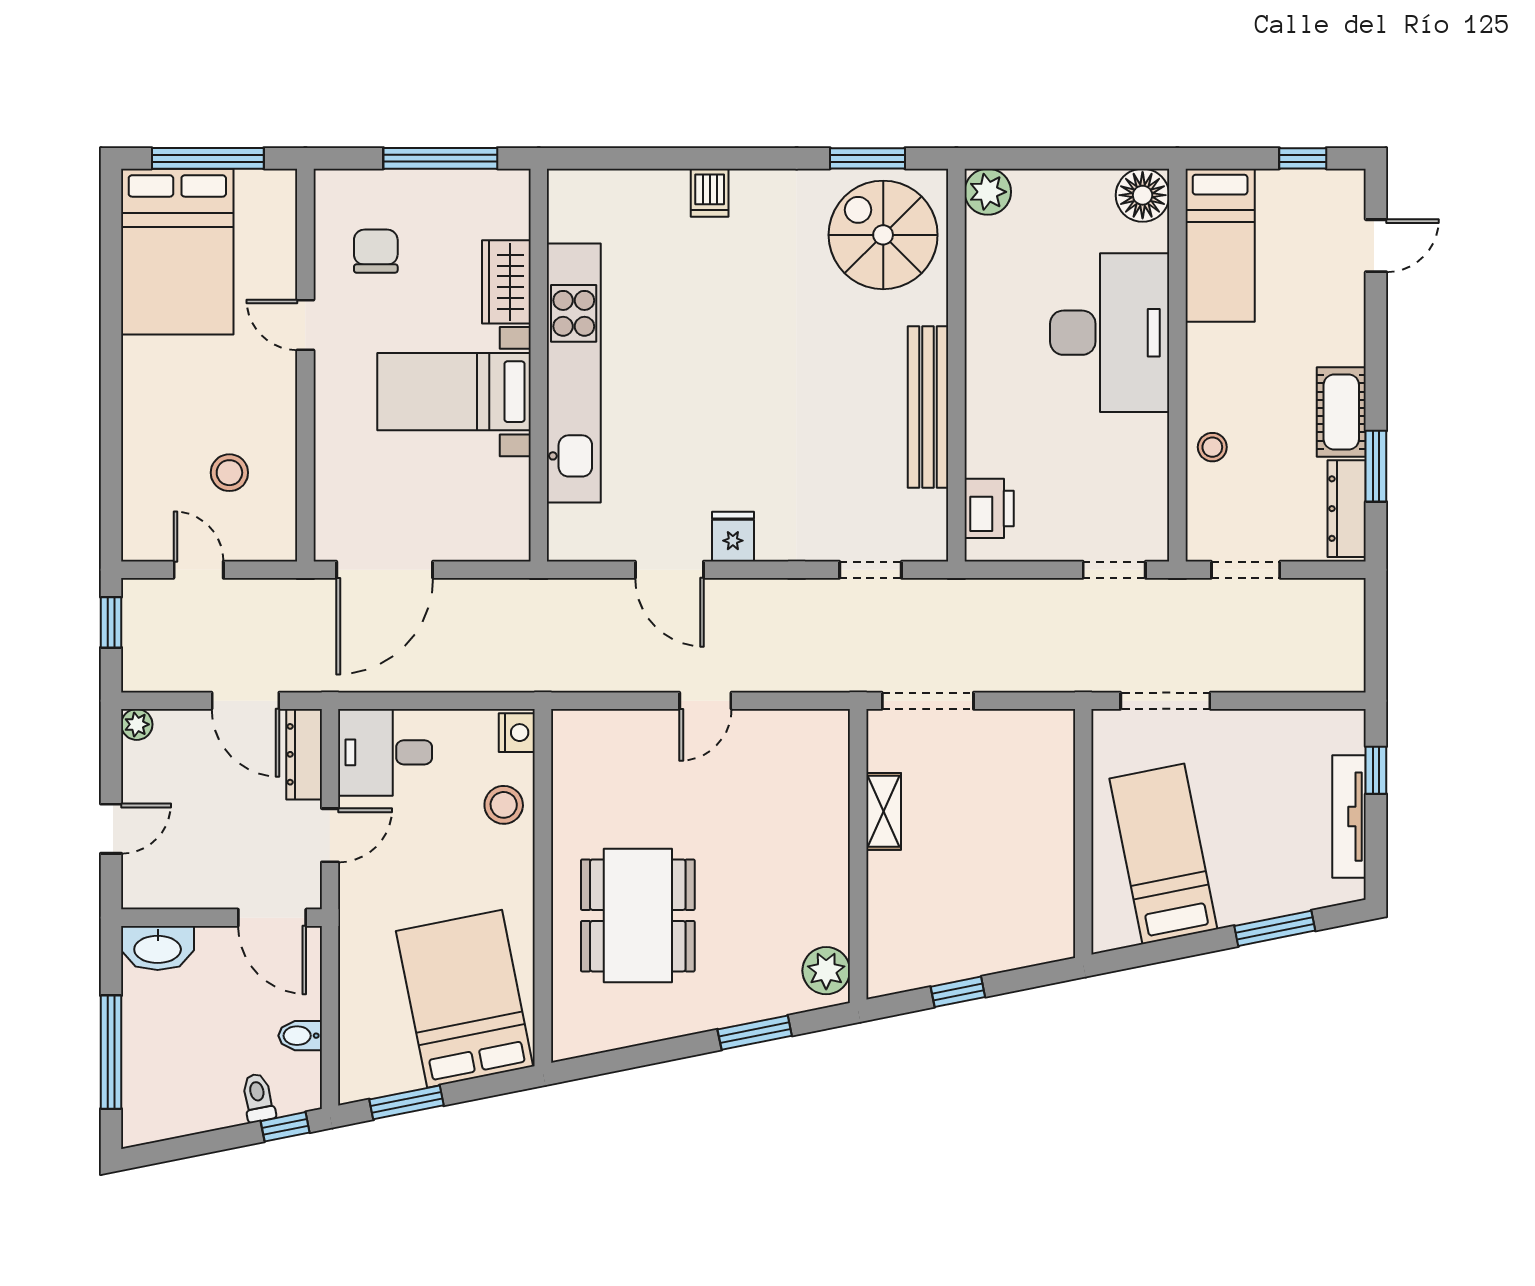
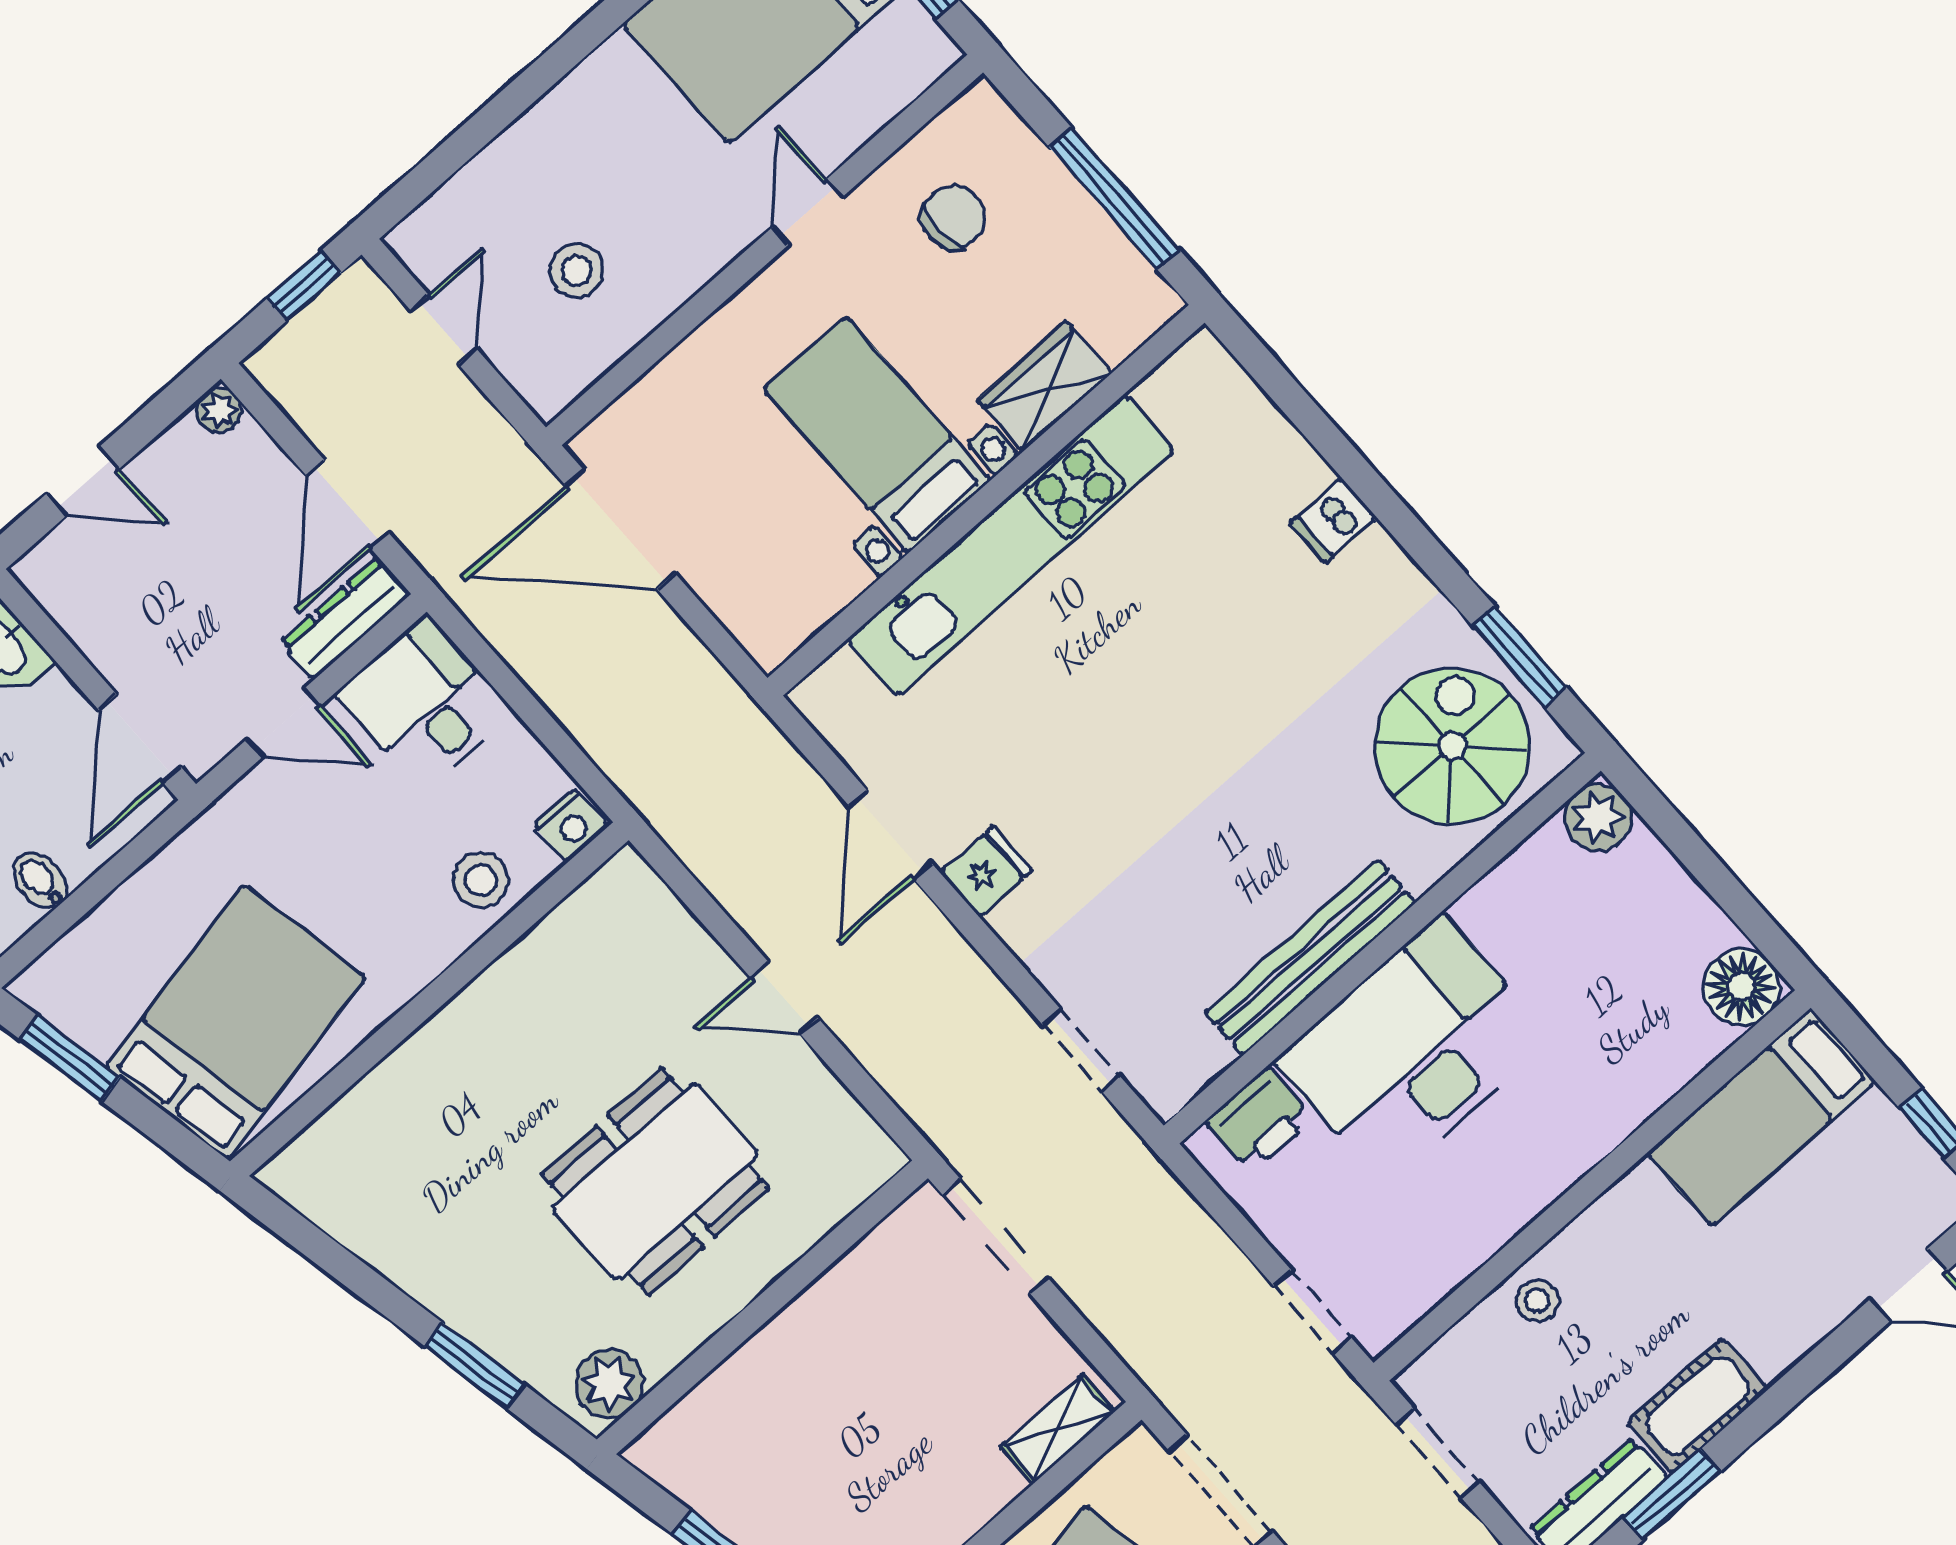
desk: (1110, 333) -> (1413, 1050), moved, turned 180
shelving: (884, 811) -> (1058, 1429), moved
dining table: (638, 915) -> (655, 1181), moved

